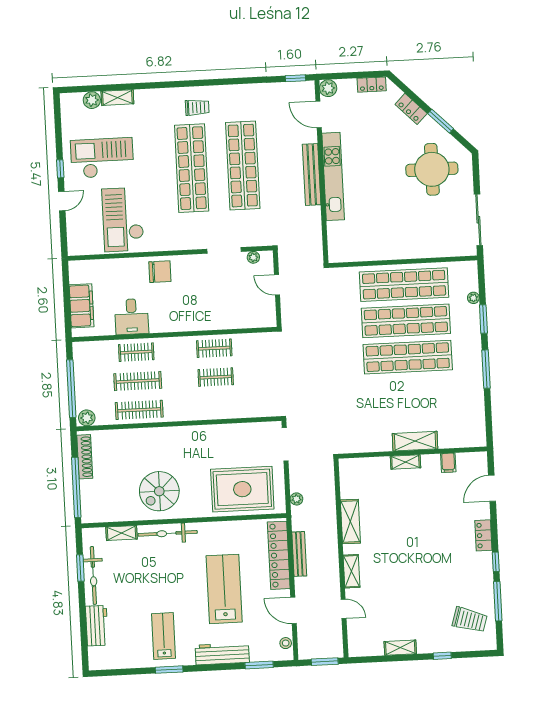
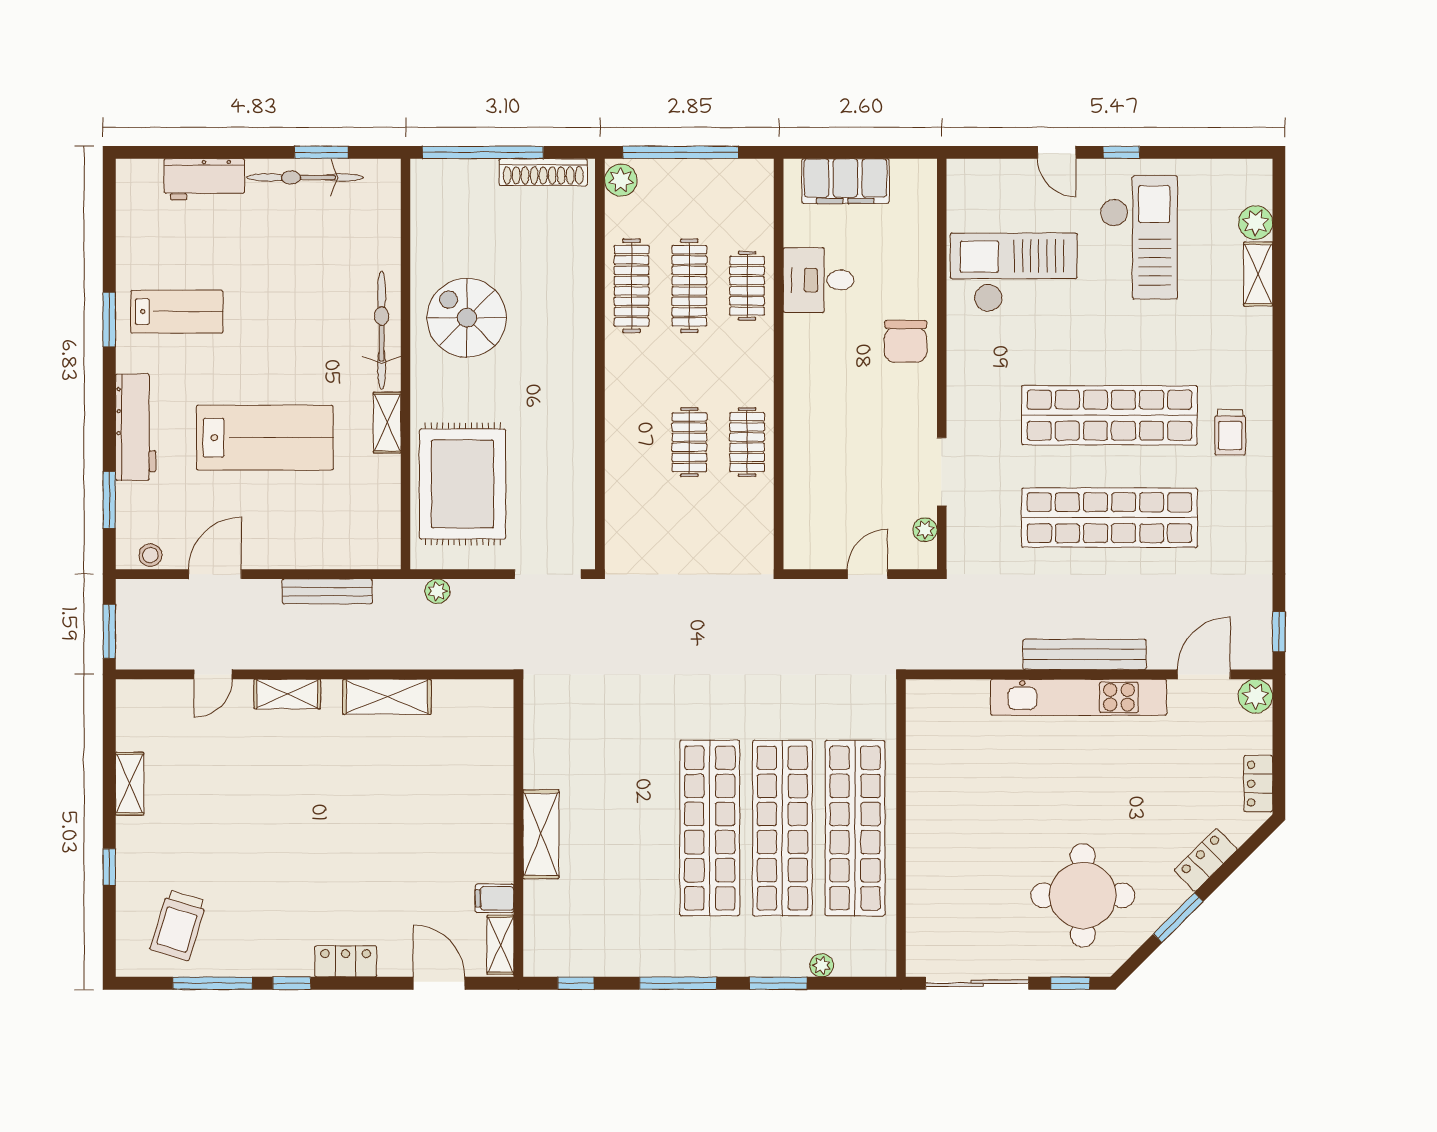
window: (476, 173) -> (1070, 983), added
window: (489, 420) -> (576, 983), added
shelving: (405, 462) -> (500, 945), moved
shelving: (122, 533) -> (387, 423), moved
locker: (279, 555) -> (327, 550), removed

